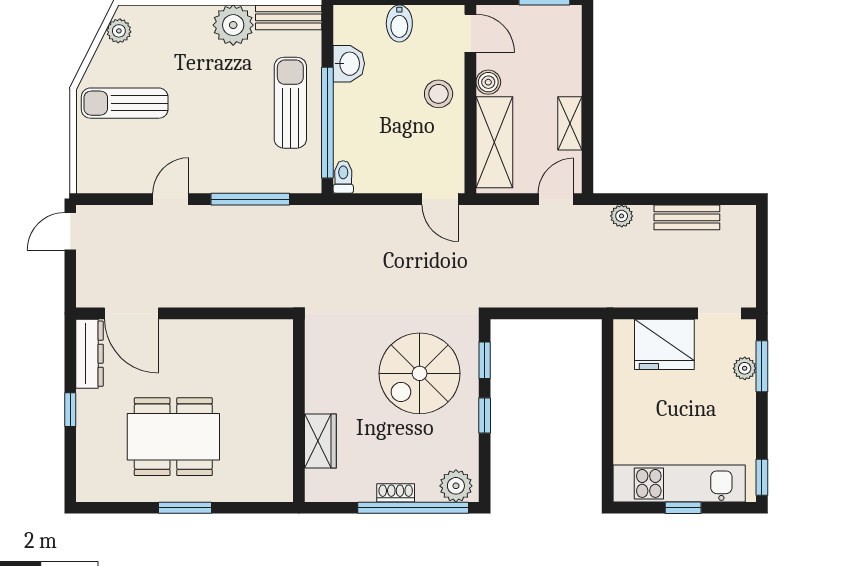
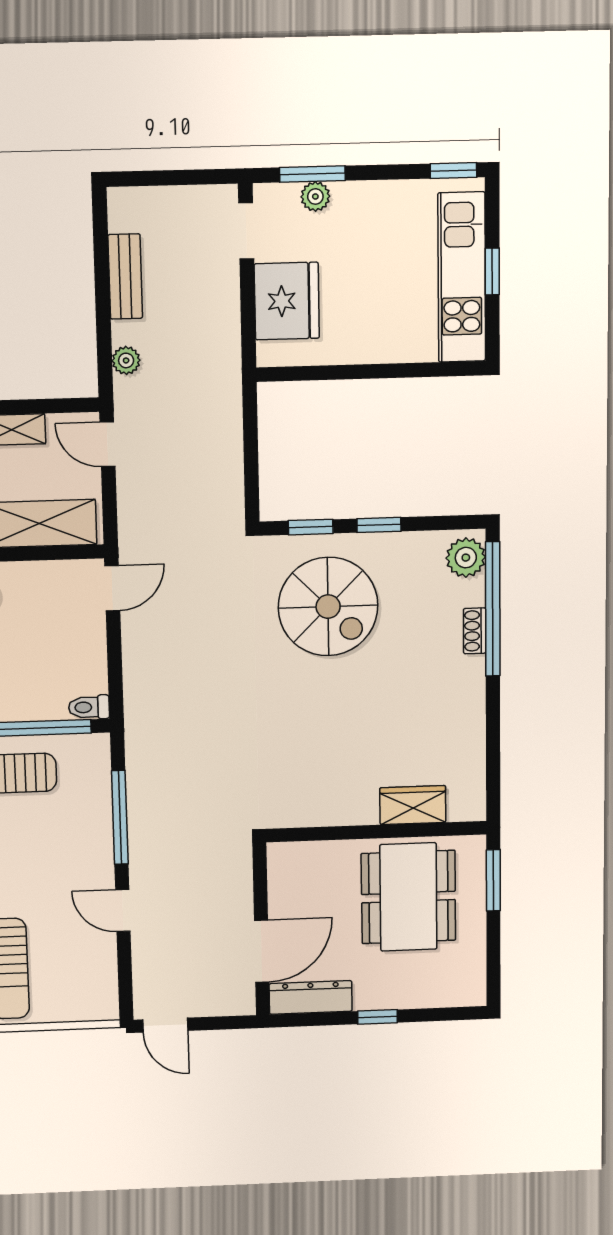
wall: (299, 411) -> (376, 832), moved
wardrobe: (320, 441) -> (413, 805), moved

